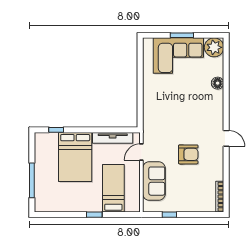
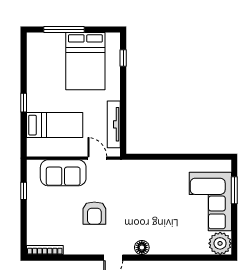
window: (182, 35) -> (234, 190), moved
floor lamp: (218, 83) -> (142, 247), moved
bed: (75, 157) -> (85, 61), moved, turned -90

